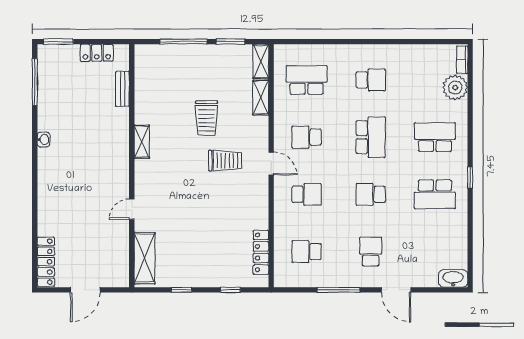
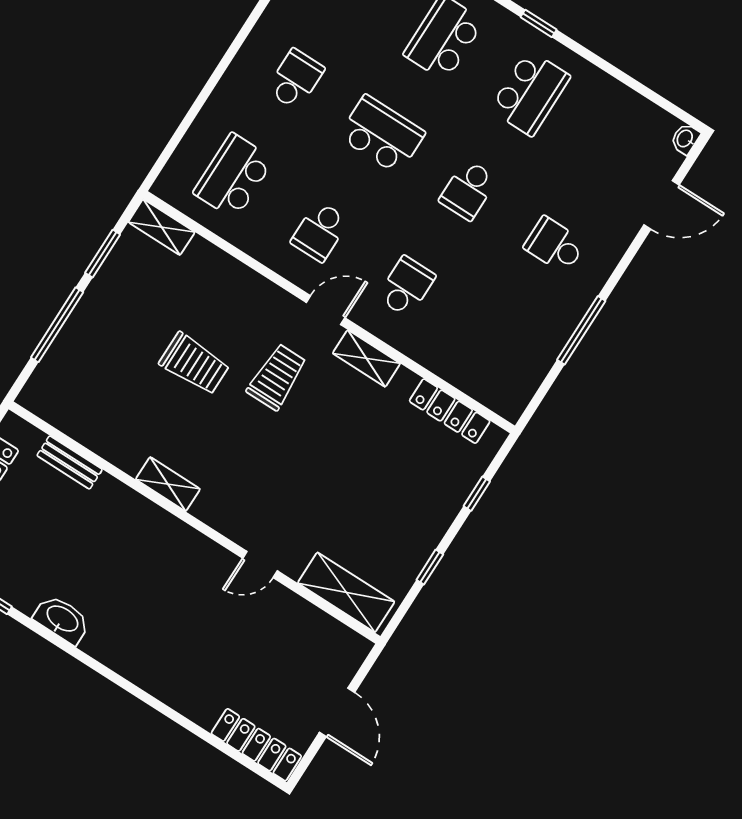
shelving: (261, 98) -> (366, 358), moved
washbasin: (44, 140) -> (62, 619), width x1.91, depth x1.45
door: (132, 209) -> (260, 565), hinge flipped
school desk: (307, 252) -> (493, 342), removed
washbasin: (453, 278) -> (685, 139), width x0.52, depth x0.69
door: (396, 290) -> (662, 205), moved

